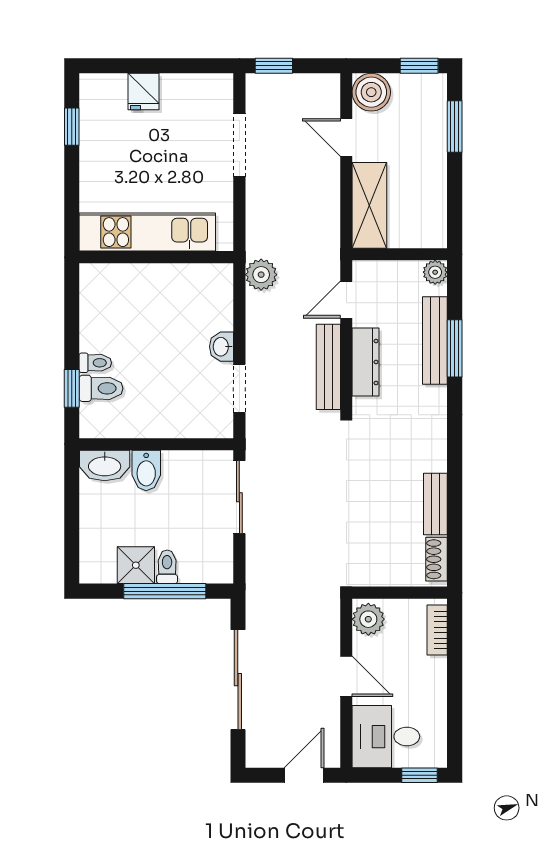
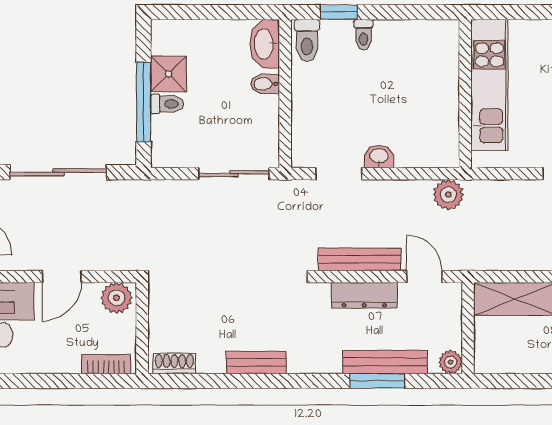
toilet: (101, 388) -> (307, 40), moved
bidet: (146, 471) -> (265, 84), width x0.72, depth x0.74
bench: (435, 504) -> (256, 362), moved

